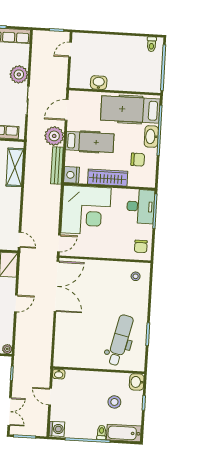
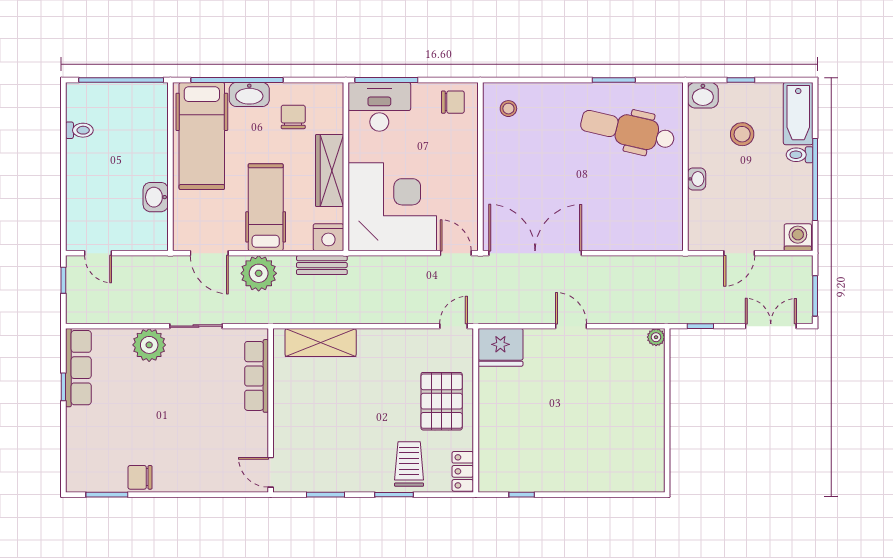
toilet: (152, 44) -> (79, 130), moved
bench: (57, 165) -> (322, 265), width x0.73
washbasin: (59, 374) -> (697, 179), moved

